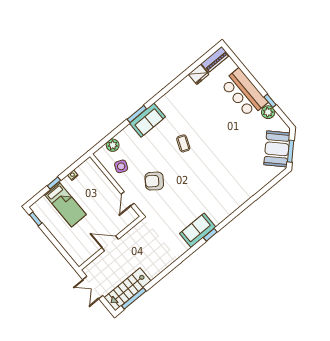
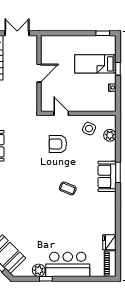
armchair: (154, 181) -> (58, 144), turned -126

